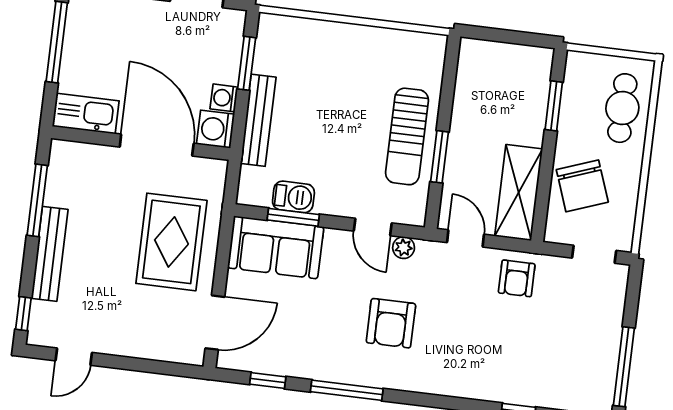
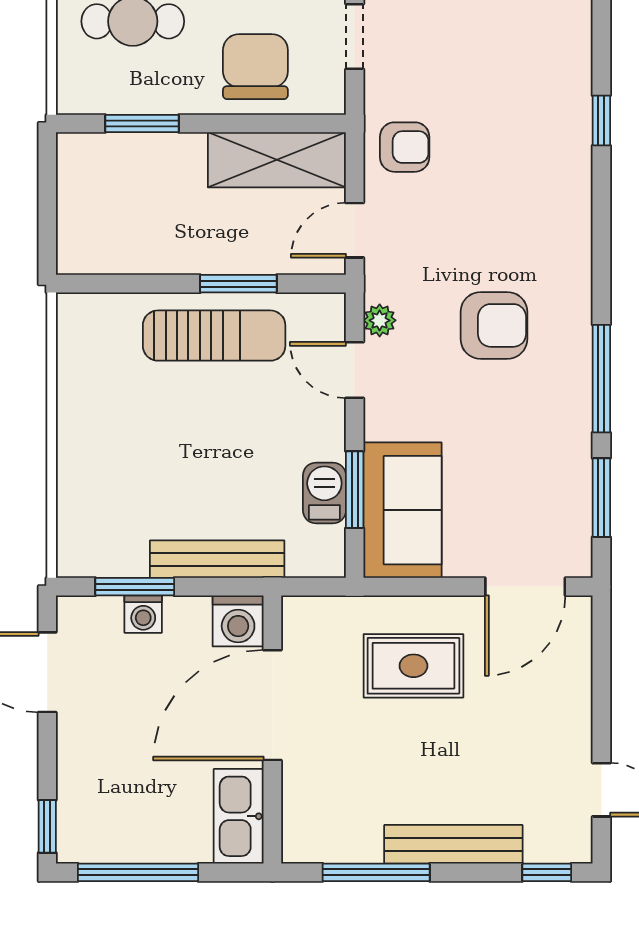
washing machine: (224, 98) -> (143, 614), moved
chair: (582, 186) -> (255, 67), turned -70
door: (373, 227) -> (355, 370), swing flipped
rug: (171, 242) -> (413, 666), width x0.73, depth x0.70
door: (215, 323) -> (525, 587), swing flipped
window: (268, 380) -> (601, 498), width x1.50

